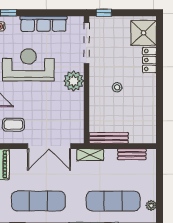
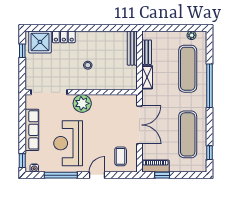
window: (104, 13) -> (22, 51), moved
bench: (109, 138) -> (132, 48), moved
shelving: (90, 155) -> (147, 77), moved

